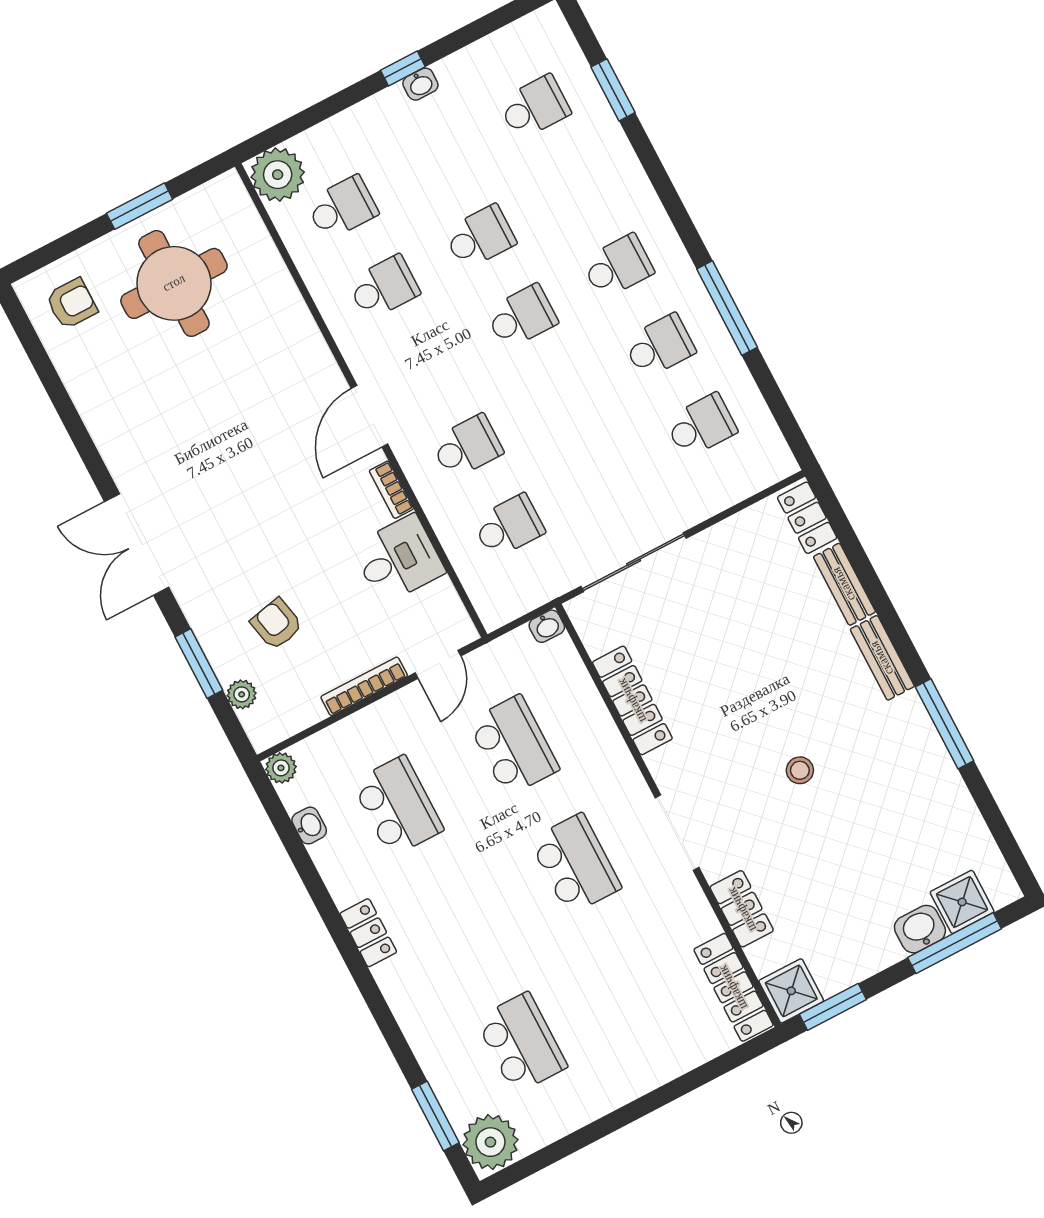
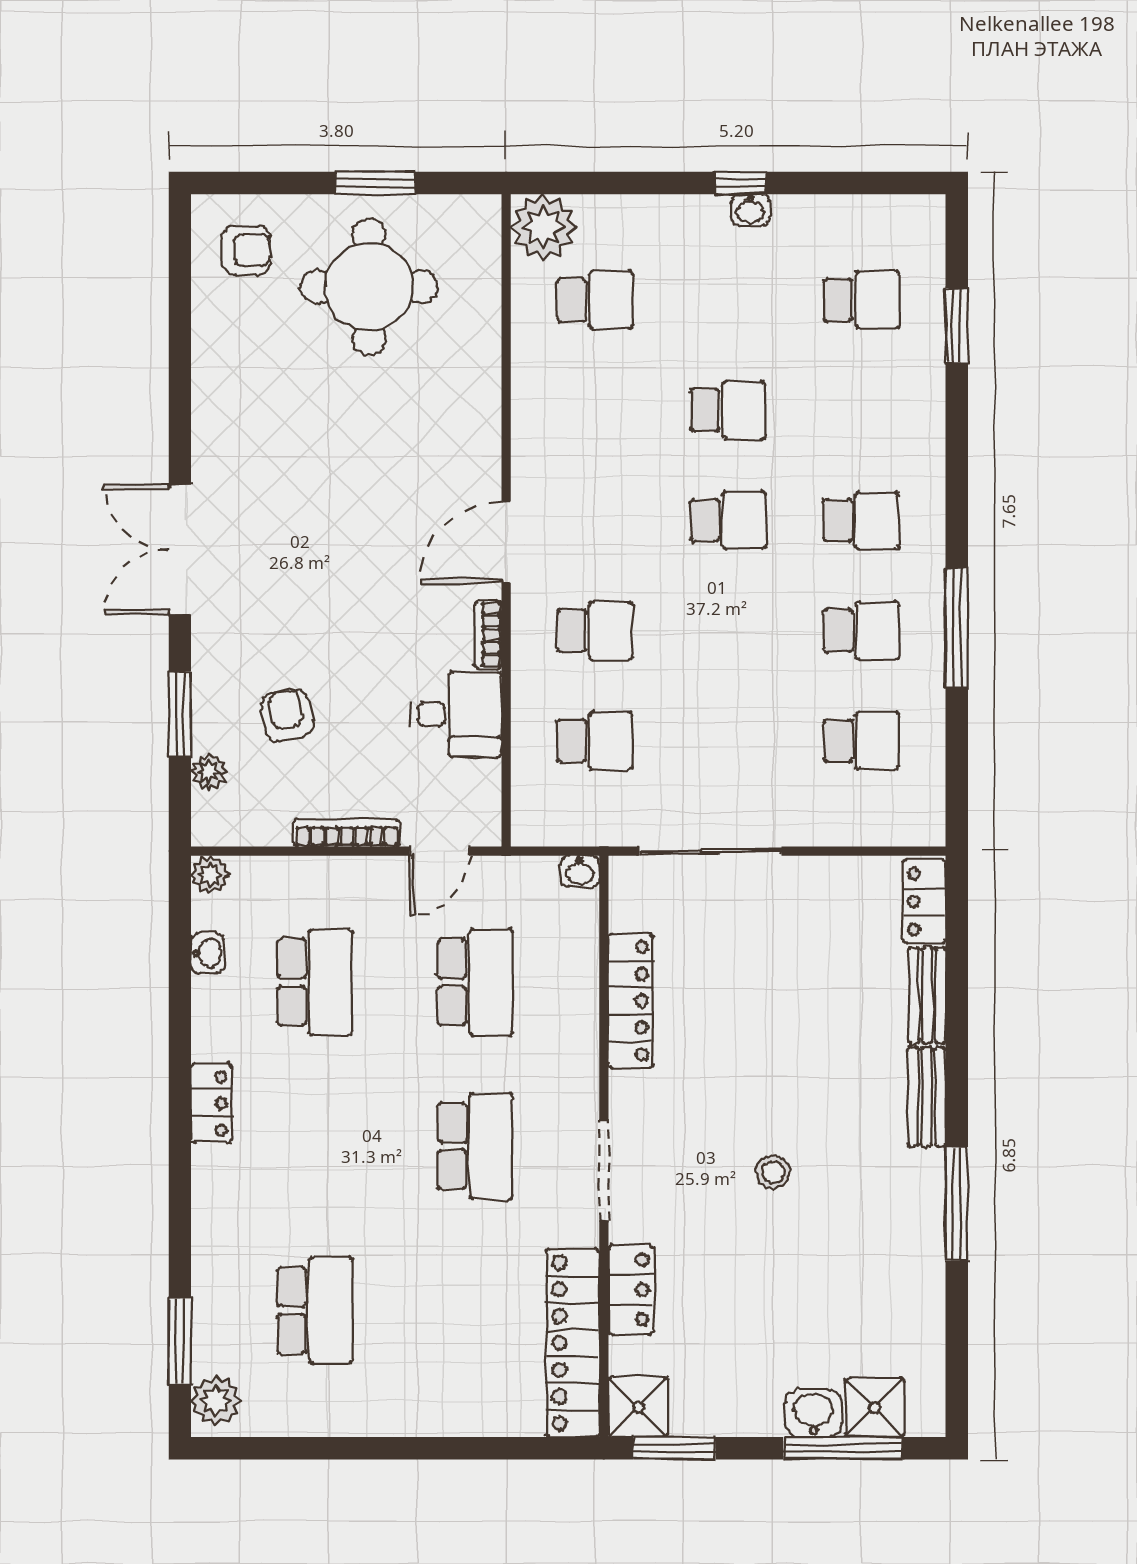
school desk: (384, 287) -> (595, 410), removed
locker: (733, 987) -> (573, 1343), width x1.41, depth x1.21
plant: (490, 1142) -> (216, 1401), width x0.73, depth x0.73

